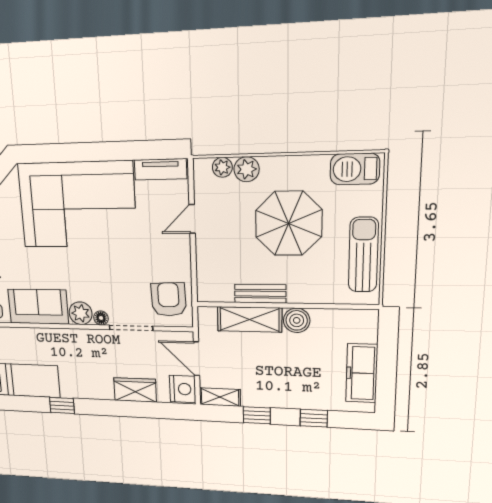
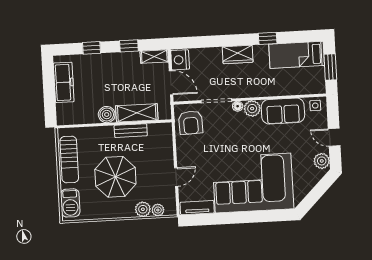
barbecue: (355, 169) -> (70, 203), moved, turned 90
wardrobe: (135, 390) -> (238, 54), moved

